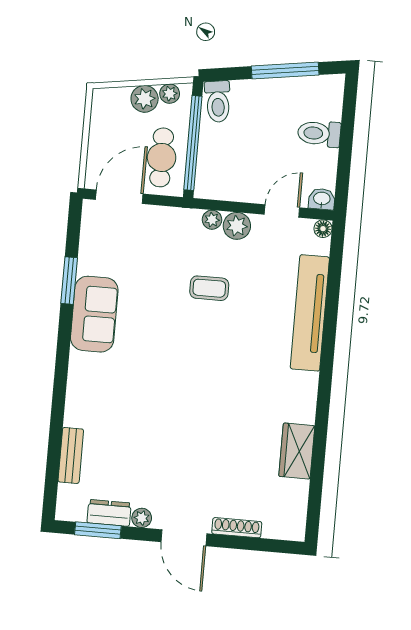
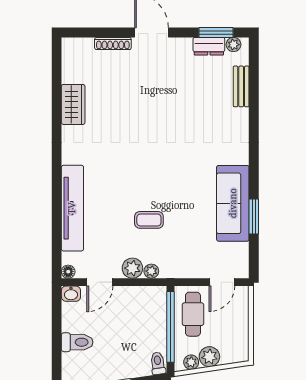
toilet: (218, 102) -> (158, 363), width x0.73, depth x0.72
door: (119, 197) -> (222, 282), width x0.73
sofa: (94, 314) -> (233, 203), width x1.36
plant: (142, 518) -> (233, 45), moved

